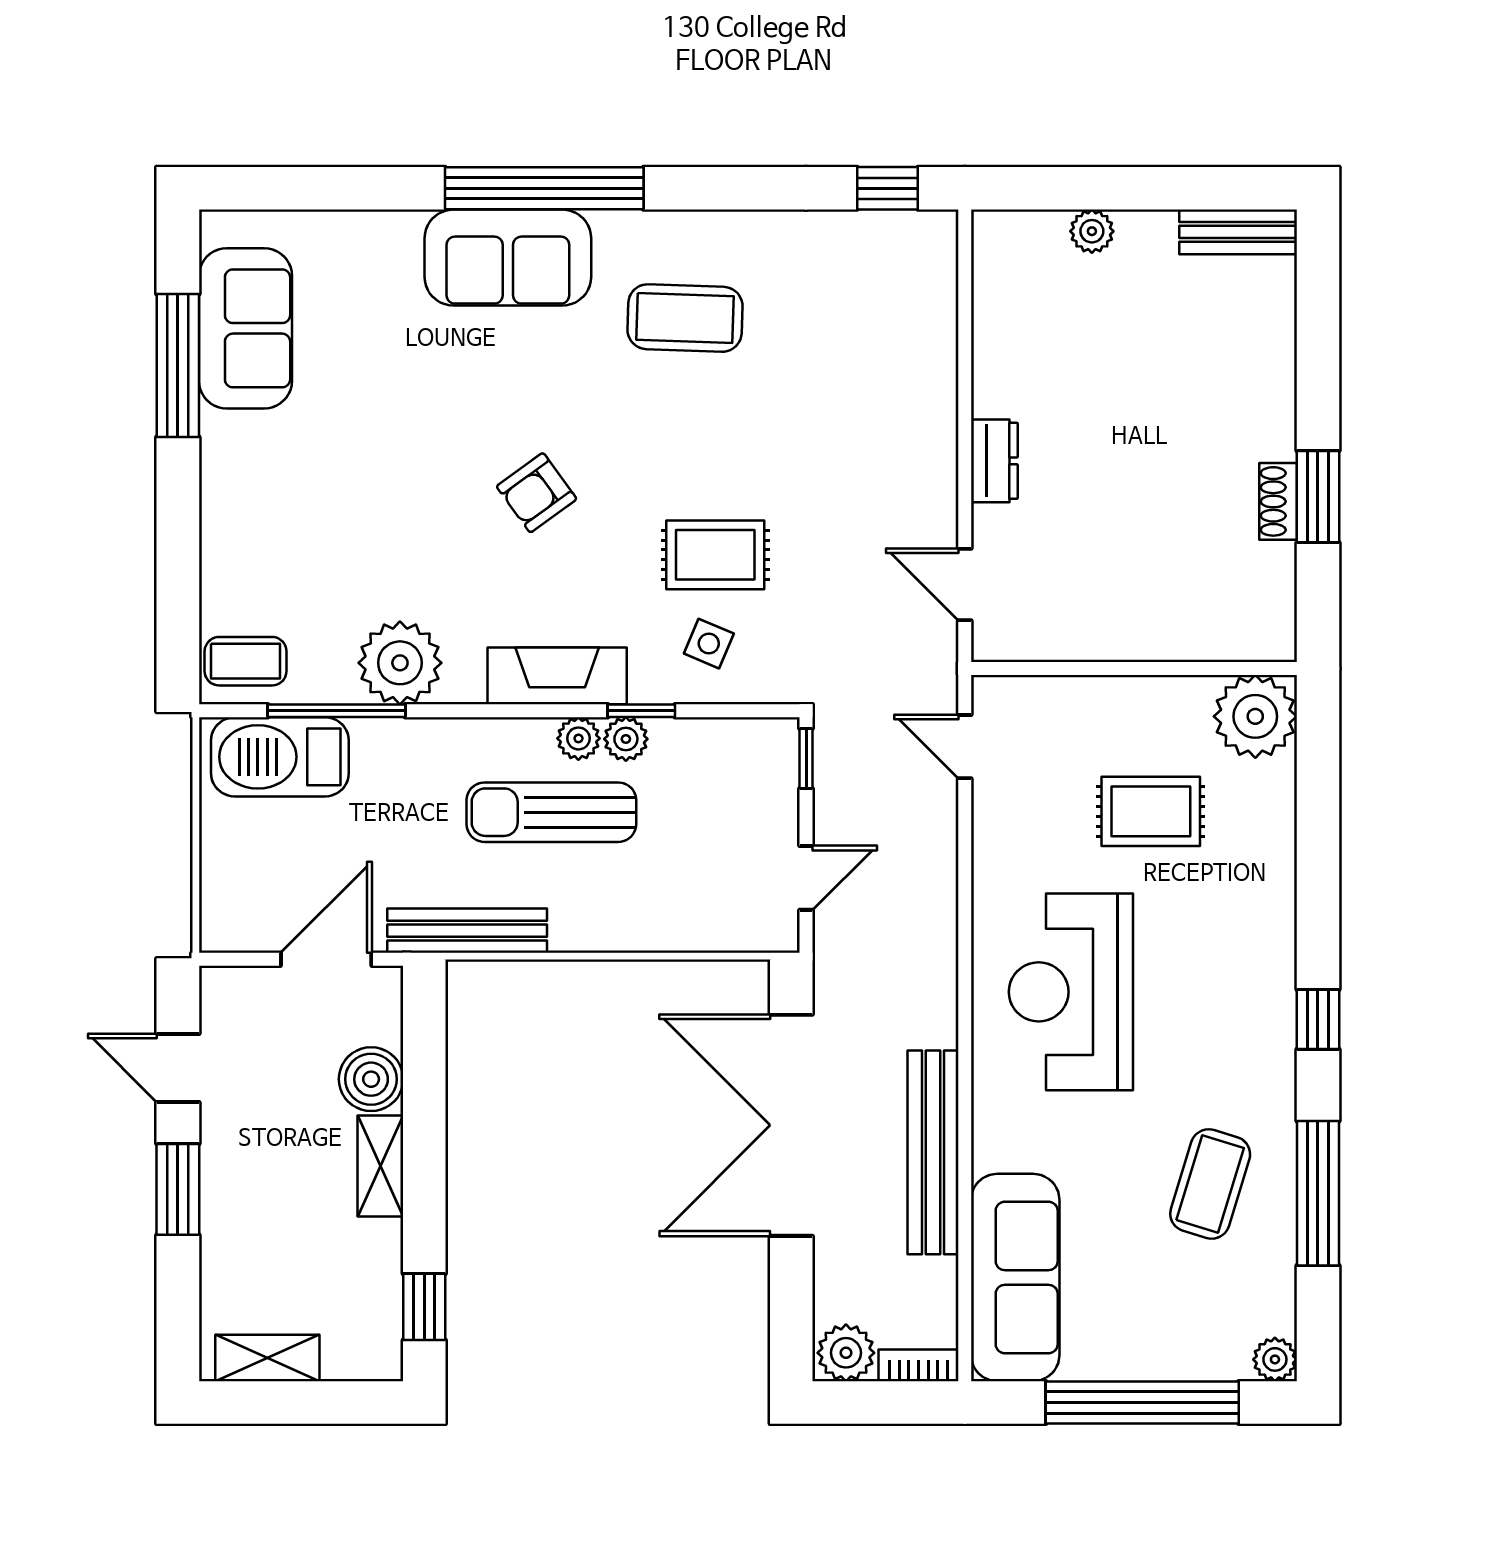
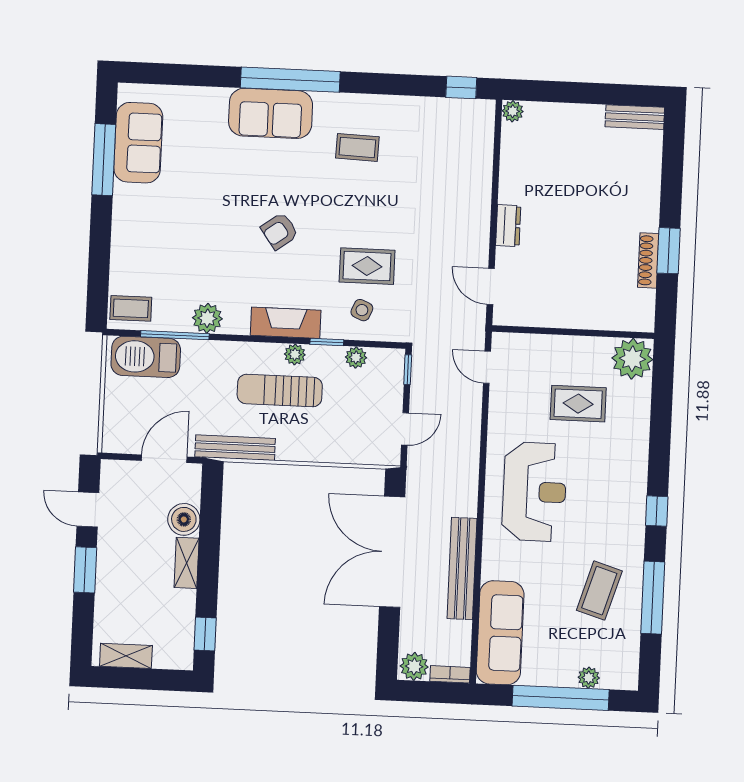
plant: (1092, 231) -> (513, 111), moved
coffee table: (685, 318) -> (357, 147), width x0.73, depth x0.77
shoe rack: (1278, 501) -> (648, 260), width x1.43
plant: (400, 663) -> (207, 318), width x0.73, depth x0.73
plant: (626, 739) -> (356, 357), moved
reception desk: (1071, 992) -> (534, 492), turned 180
plant: (1275, 1359) -> (589, 678), moved

